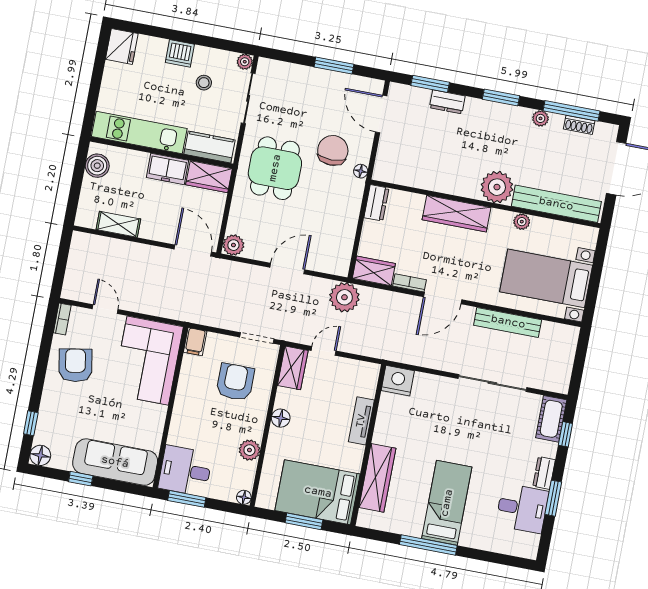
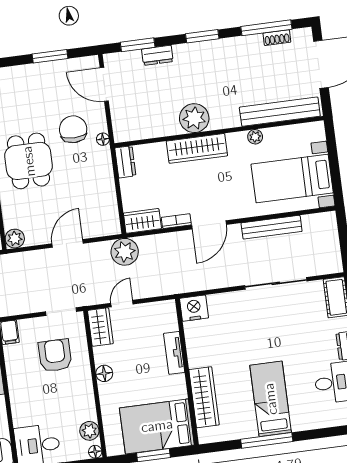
plant: (540, 118) -> (242, 43), removed
plant: (497, 187) -> (194, 118), moved
plant: (249, 450) -> (89, 431), moved

